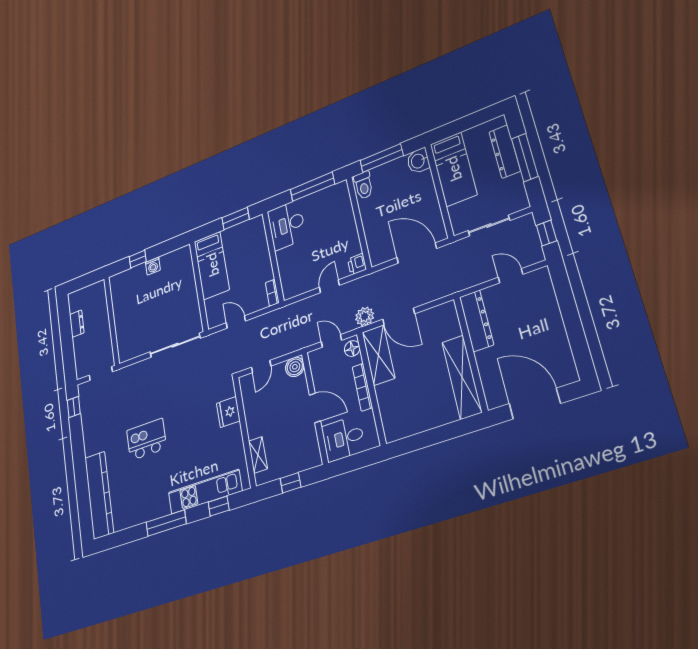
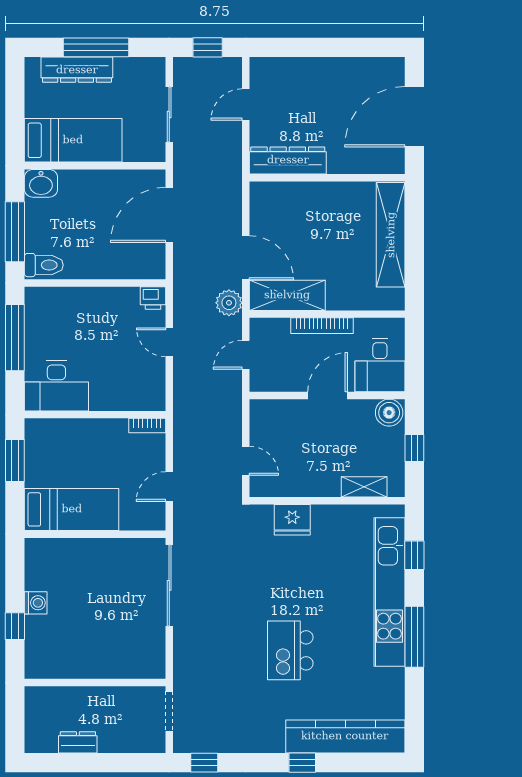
door: (399, 317) -> (246, 258), hinge flipped
floor lamp: (352, 349) -> (266, 329), removed
boiler: (295, 367) -> (389, 413), moved
shelving: (462, 377) -> (391, 235), moved, turned 90
window: (80, 471) -> (302, 763), added
kitchen unit: (205, 492) -> (389, 592), width x1.36

